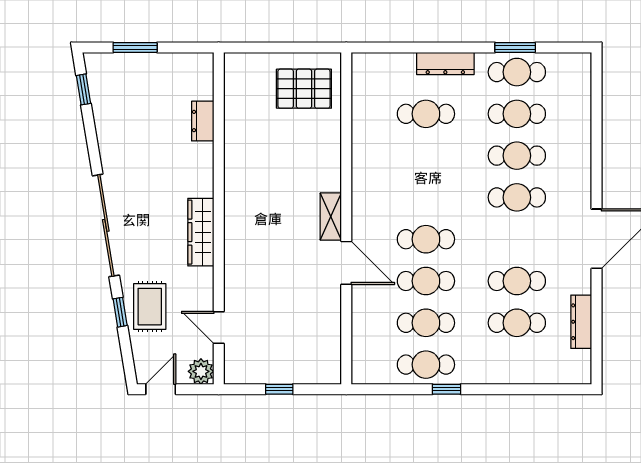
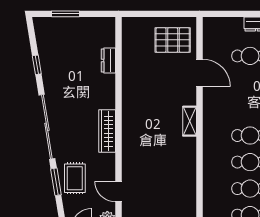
window: (84, 89) -> (37, 65), moved
door: (346, 263) -> (199, 73), moved
window: (120, 312) -> (56, 182), width x1.50

